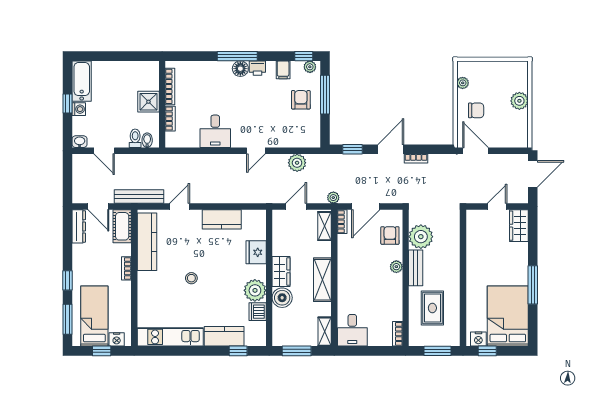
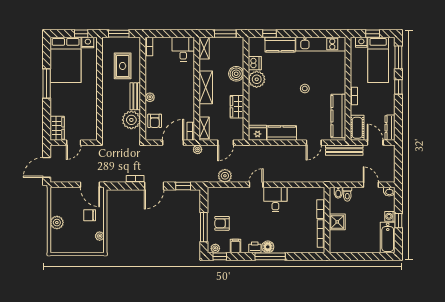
armchair: (301, 100) -> (222, 223), turned 90
desk: (215, 131) -> (275, 200), moved
fridge: (256, 252) -> (258, 133), moved, turned -90
wardrobe: (281, 271) -> (237, 107), moved

